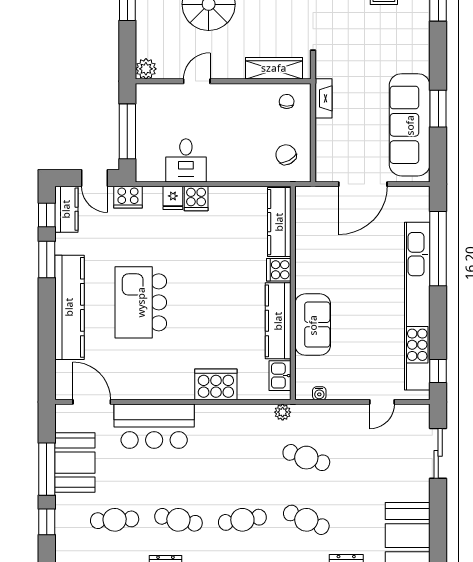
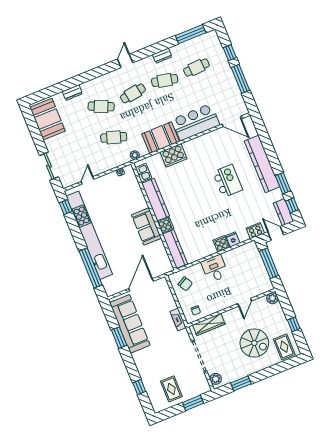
desk: (186, 160) -> (215, 269), moved
kitchen island: (141, 302) -> (228, 181), width x0.73, depth x0.78
sofa: (313, 325) -> (146, 226), moved
booth: (75, 463) -> (161, 138), moved, turned 90

